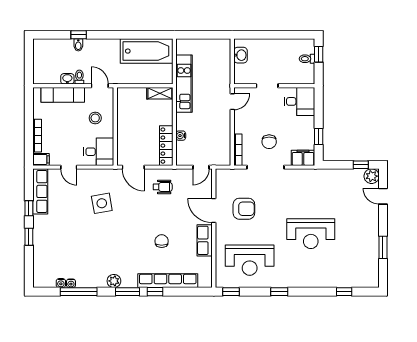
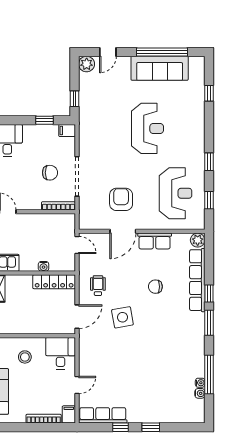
filing cabinet: (303, 158) -> (67, 131), width x0.50
window: (361, 165) -> (74, 99), moved
side table: (102, 203) -> (122, 317), moved
sofa: (368, 245) -> (160, 68), added
window: (383, 247) -> (162, 52), width x2.11
plant: (114, 281) -> (198, 240), moved
window: (231, 292) -> (209, 200), moved

